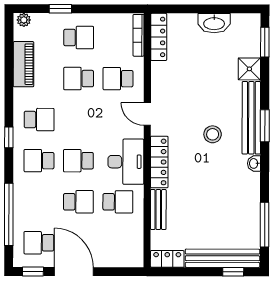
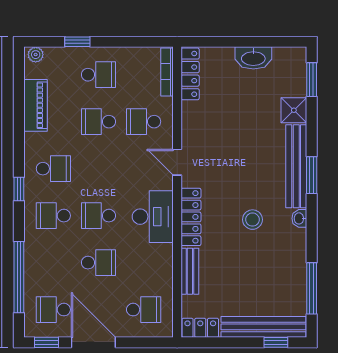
stool: (213, 134) -> (252, 220), moved
school desk: (118, 202) -> (144, 310), moved

